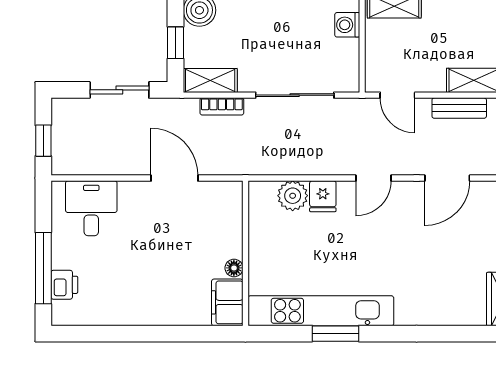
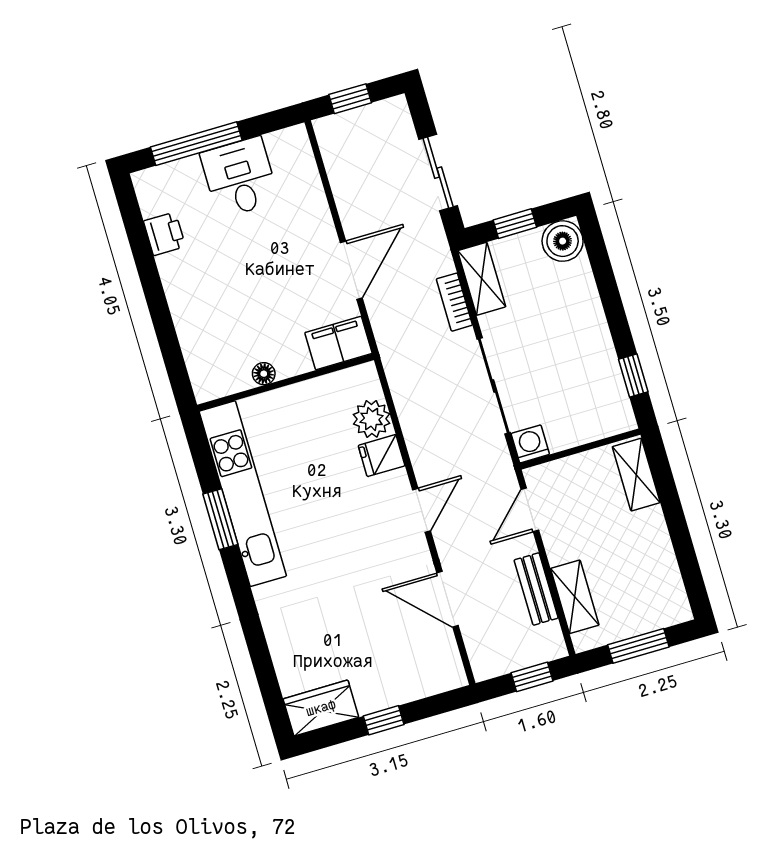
washing machine: (347, 25) -> (530, 444), moved
door: (373, 178) -> (421, 510), swing flipped
desk: (91, 208) -> (240, 177), moved, turned -90
printer: (64, 285) -> (164, 234), moved, turned -90
filing cabinet: (227, 302) -> (338, 343), moved

